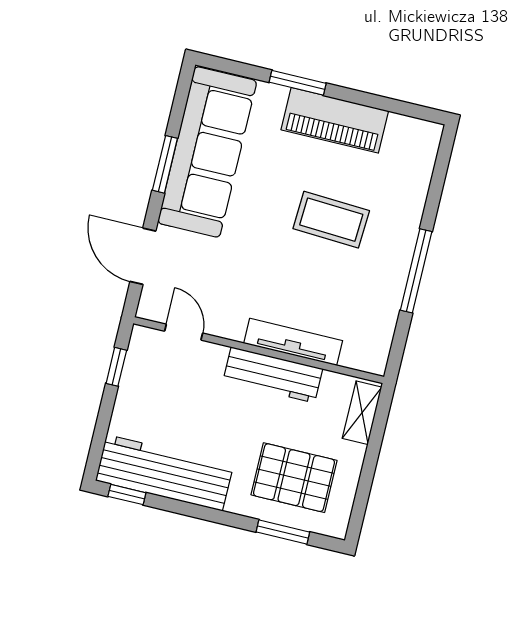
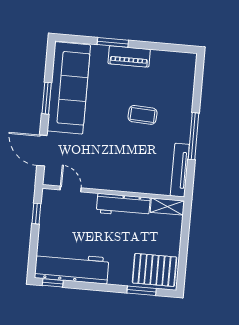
piano: (335, 120) -> (129, 56), width x0.73, depth x0.75
coffee table: (331, 220) -> (143, 115), width x0.73, depth x0.77
tv unit: (293, 342) -> (180, 170), moved, turned -90
shelving: (362, 413) -> (167, 207), moved, turned 90
pallet: (294, 478) -> (154, 270), moved

